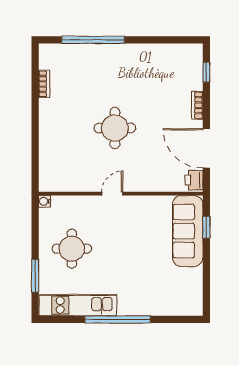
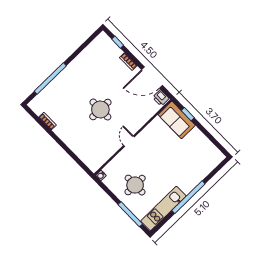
sofa: (188, 231) -> (177, 120), width x0.73
window: (35, 276) -> (130, 214), width x1.44

